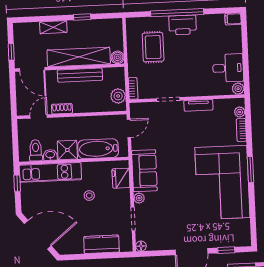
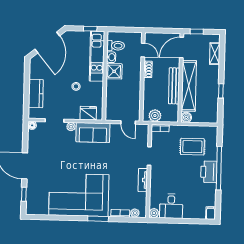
shelving: (53, 27) -> (215, 54), moved
bathtub: (98, 149) -> (113, 96), removed
window: (251, 170) -> (98, 219), moved

